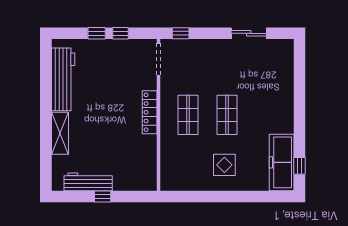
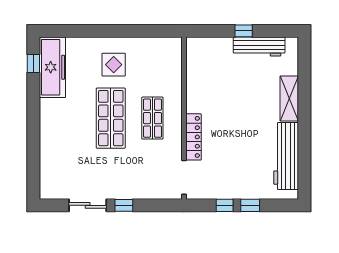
window: (181, 33) -> (124, 205), moved
locker: (150, 112) -> (193, 137), moved
shop shelf: (227, 115) -> (111, 118), width x1.43, depth x1.36

